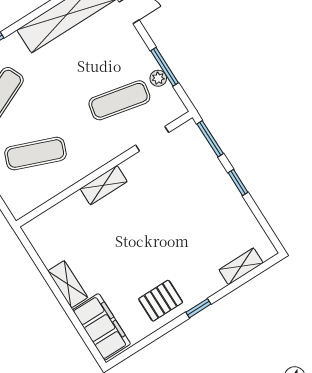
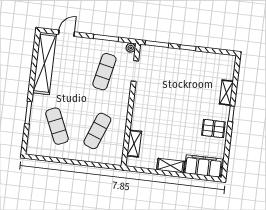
plant: (158, 78) -> (131, 48), moved
shelving: (104, 185) -> (134, 144), moved
shelving: (241, 266) -> (226, 93), moved
pallet: (161, 301) -> (213, 129), turned 90

